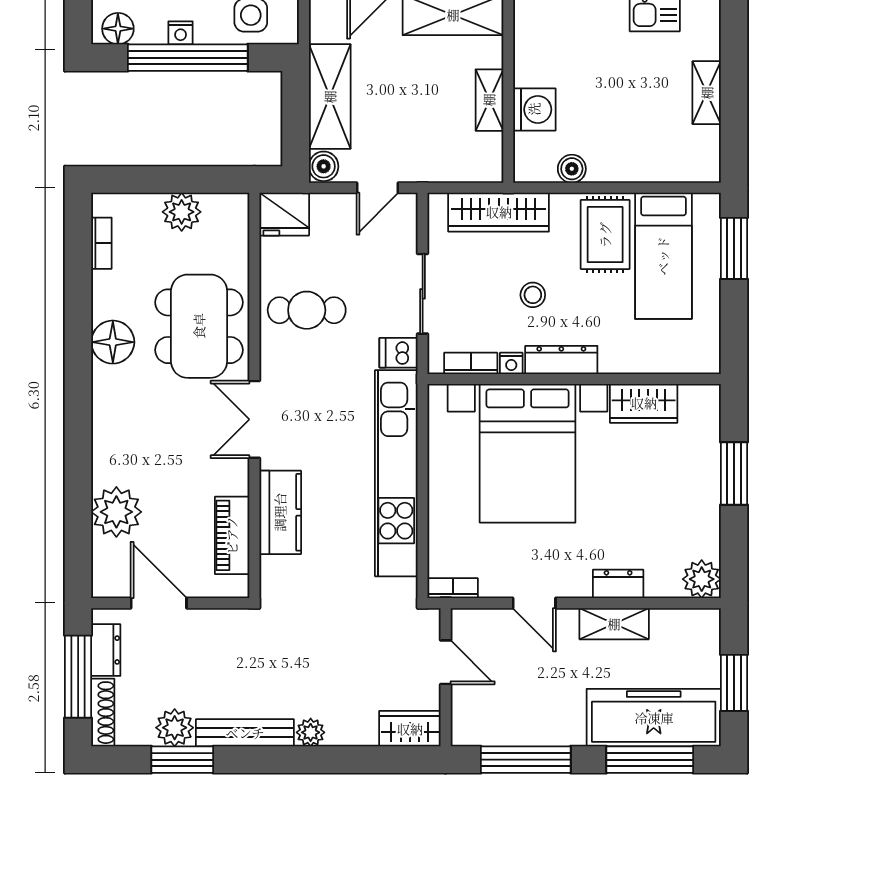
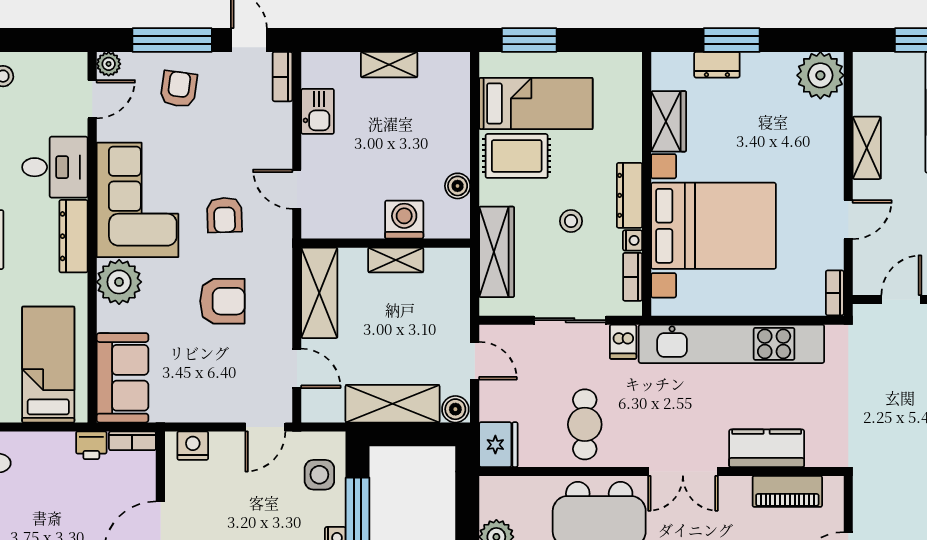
plant: (702, 579) -> (820, 75), width x1.36, depth x1.36
dresser: (618, 584) -> (717, 65), moved, turned -90

